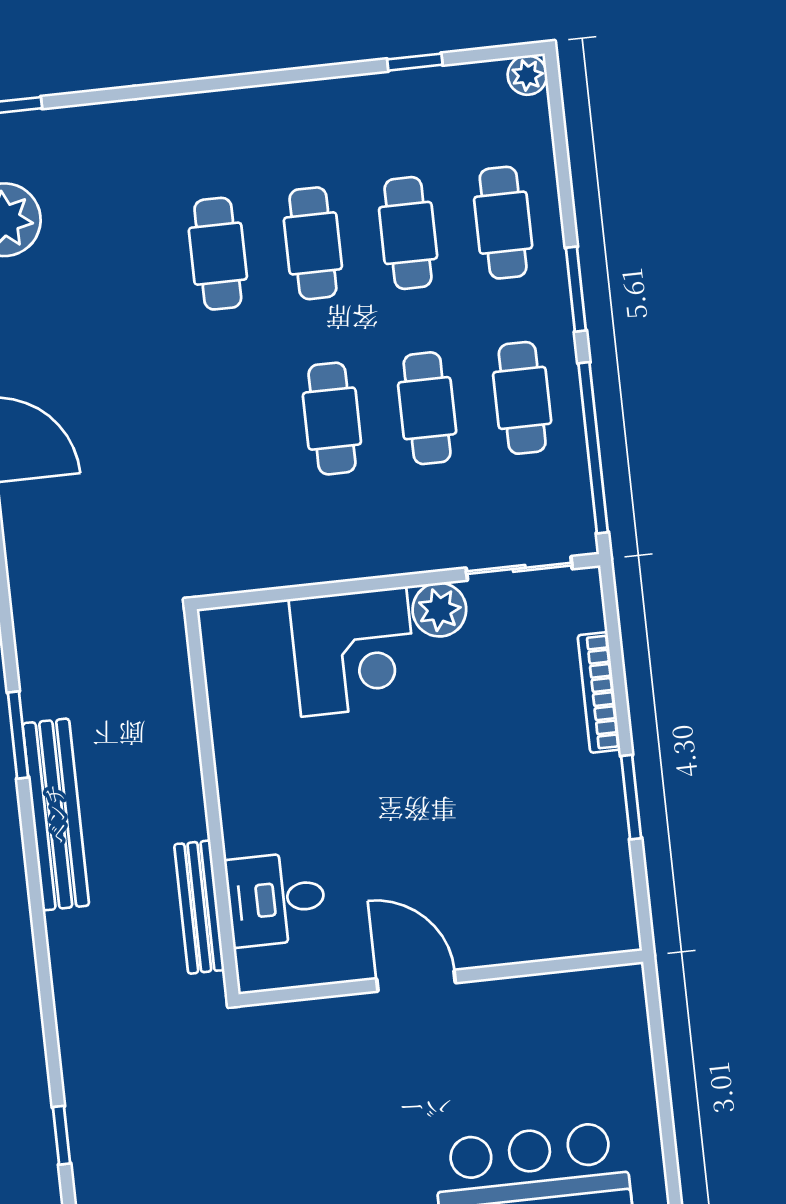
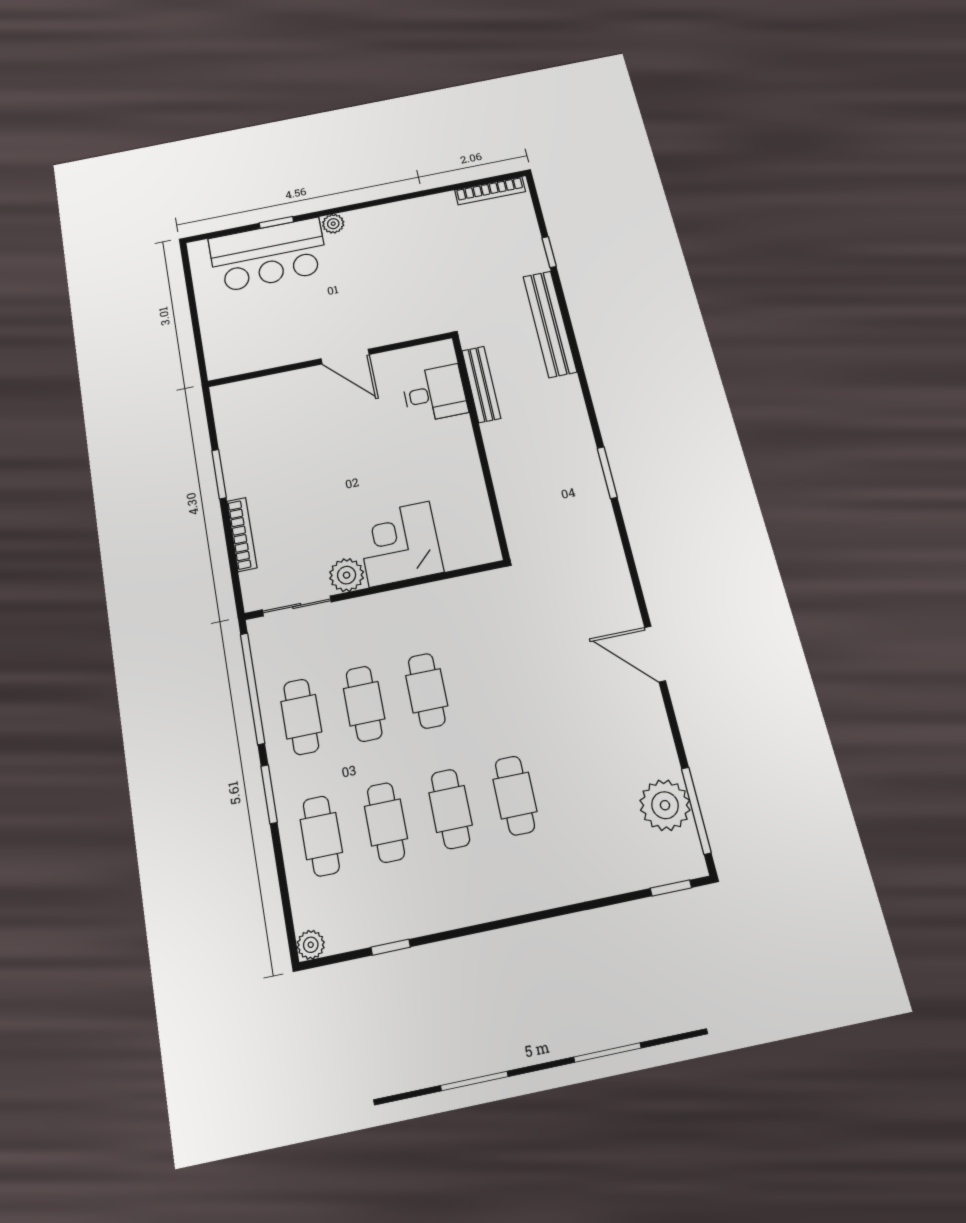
bench: (56, 814) -> (550, 324), moved

